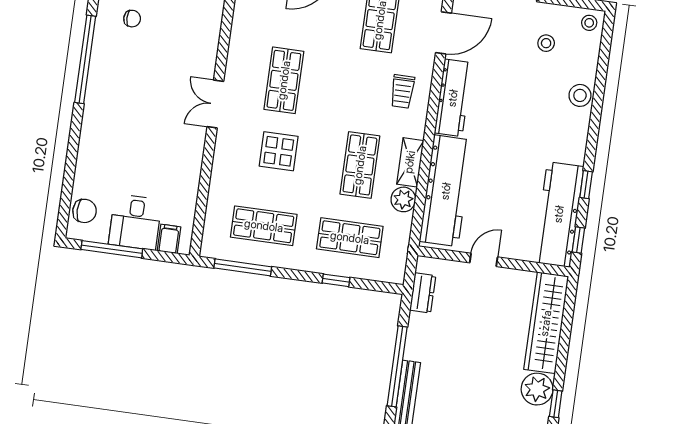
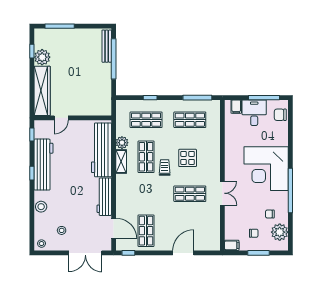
door: (443, 33) -> (114, 228), swing flipped
shop shelf: (284, 80) -> (190, 194), turned 90
trolley: (402, 91) -> (165, 168), moved
double door: (215, 104) -> (222, 193), moved
corner desk: (127, 109) -> (266, 169), added
window: (586, 185) -> (32, 173), moved
workbench: (559, 214) -> (43, 165), moved
door: (484, 260) -> (61, 118), moved
dresser: (423, 293) -> (106, 97), removed

